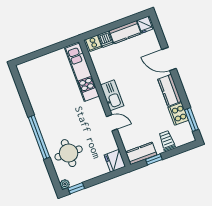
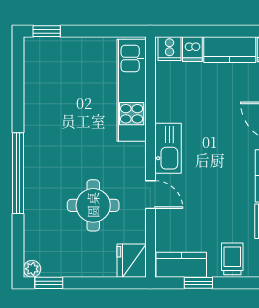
window: (26, 58) -> (47, 31), added
round table: (69, 153) -> (93, 205), moved

